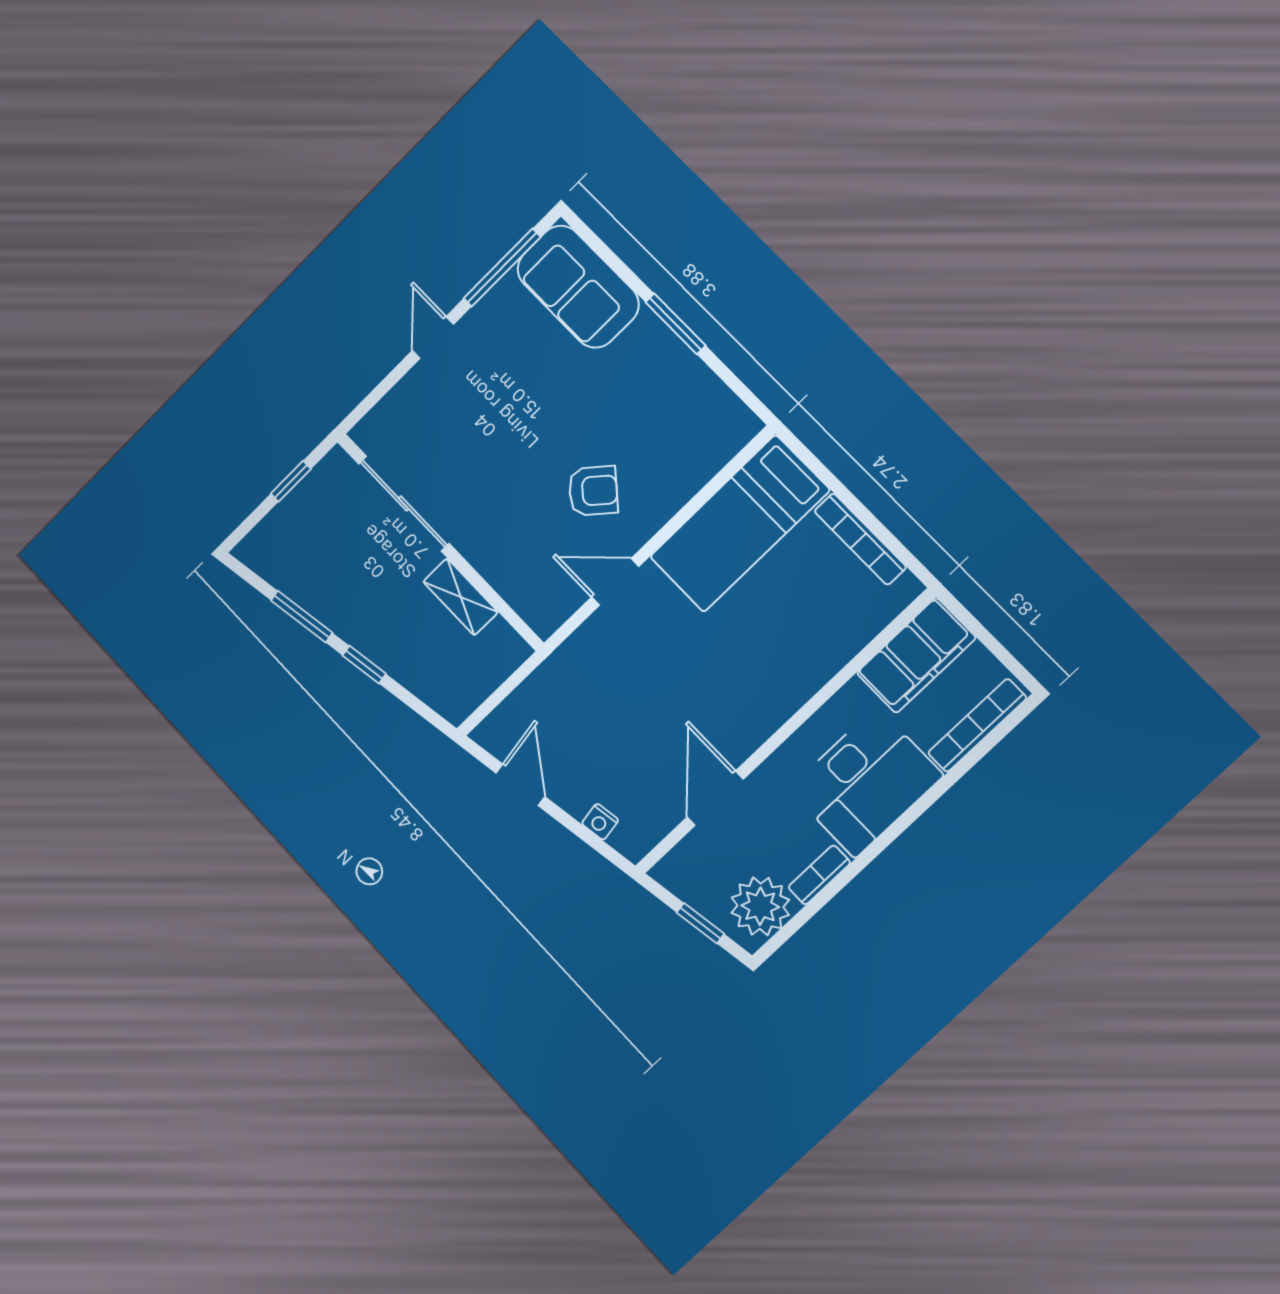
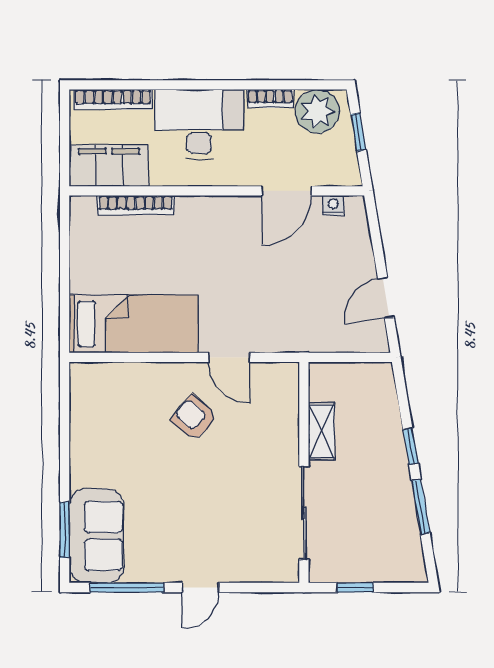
window: (675, 324) -> (65, 530), moved
bookcase: (860, 539) -> (136, 205), moved, turned 90
nightstand: (600, 822) -> (333, 205), moved, turned -81

